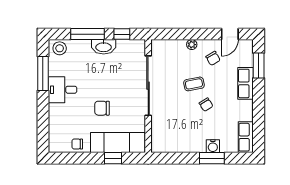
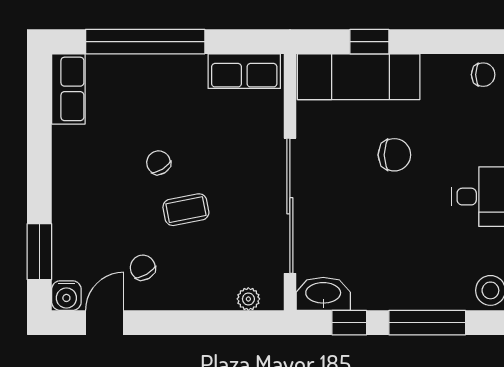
plant: (192, 45) -> (248, 299), moved
washbasin: (104, 47) -> (323, 294), moved
row of seats: (246, 83) -> (244, 71), moved, turned 90
chair: (77, 144) -> (483, 75), moved
water cooler: (213, 146) -> (66, 296), moved, turned 180
window: (212, 158) -> (145, 42), width x2.11

